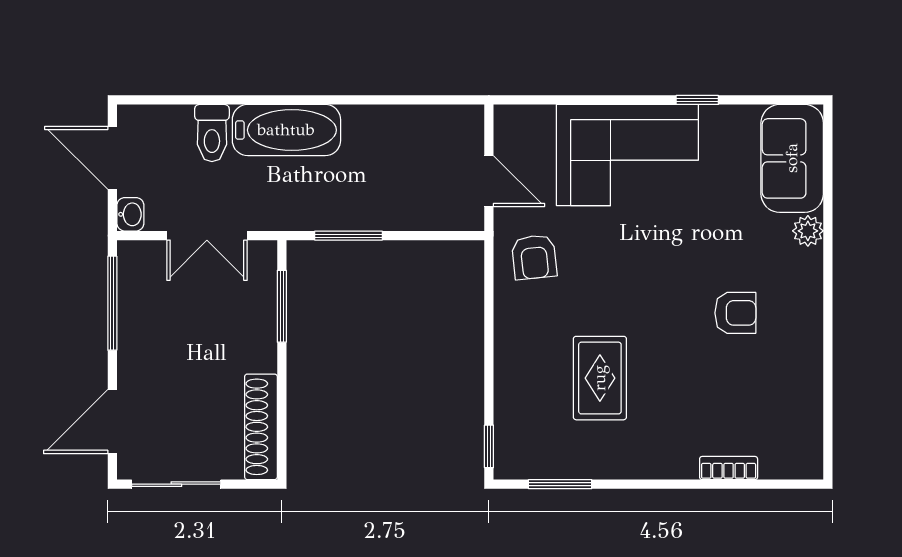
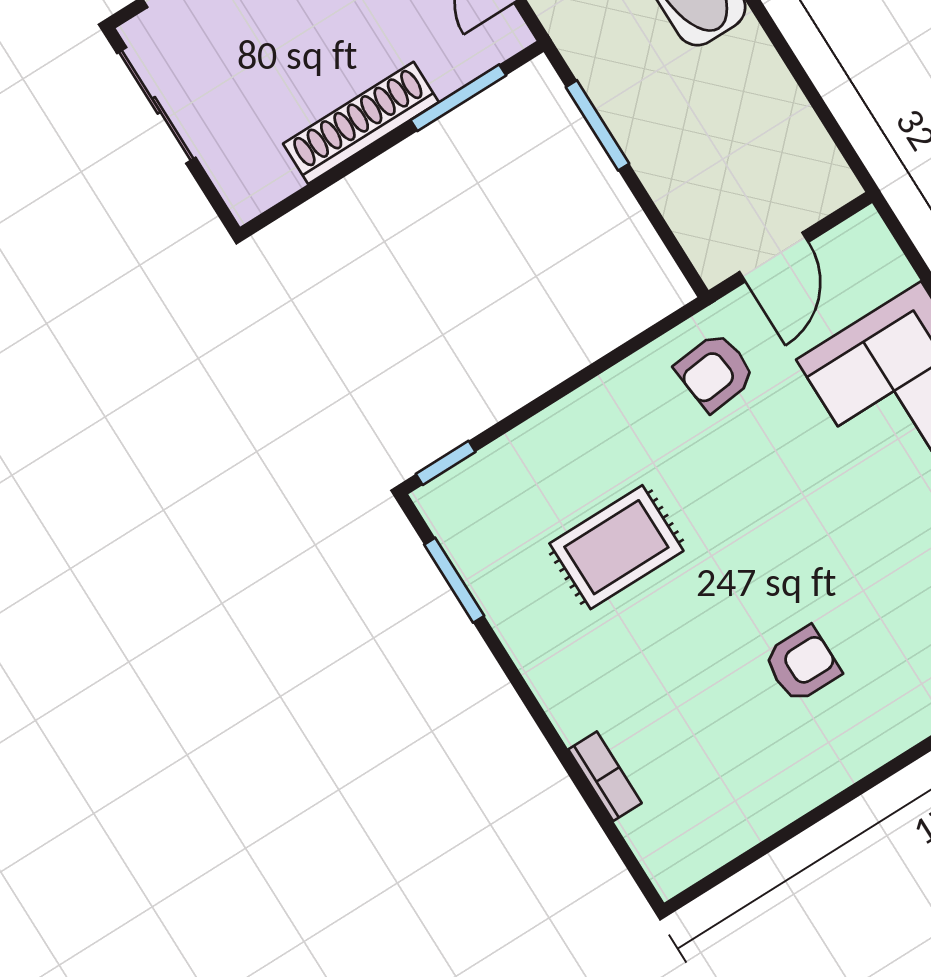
armchair: (735, 313) -> (802, 664), turned -90
shoe rack: (261, 427) -> (361, 123), moved

